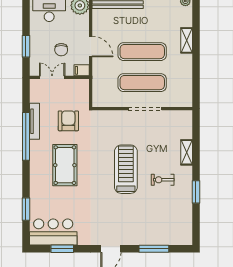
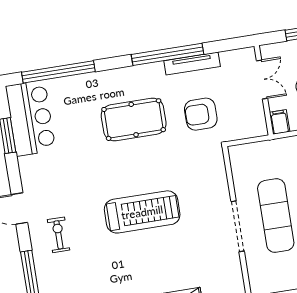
armchair: (68, 121) -> (201, 114), turned 180
exercise bike: (163, 180) -> (59, 235), moved
window: (26, 209) -> (58, 72), width x2.11

